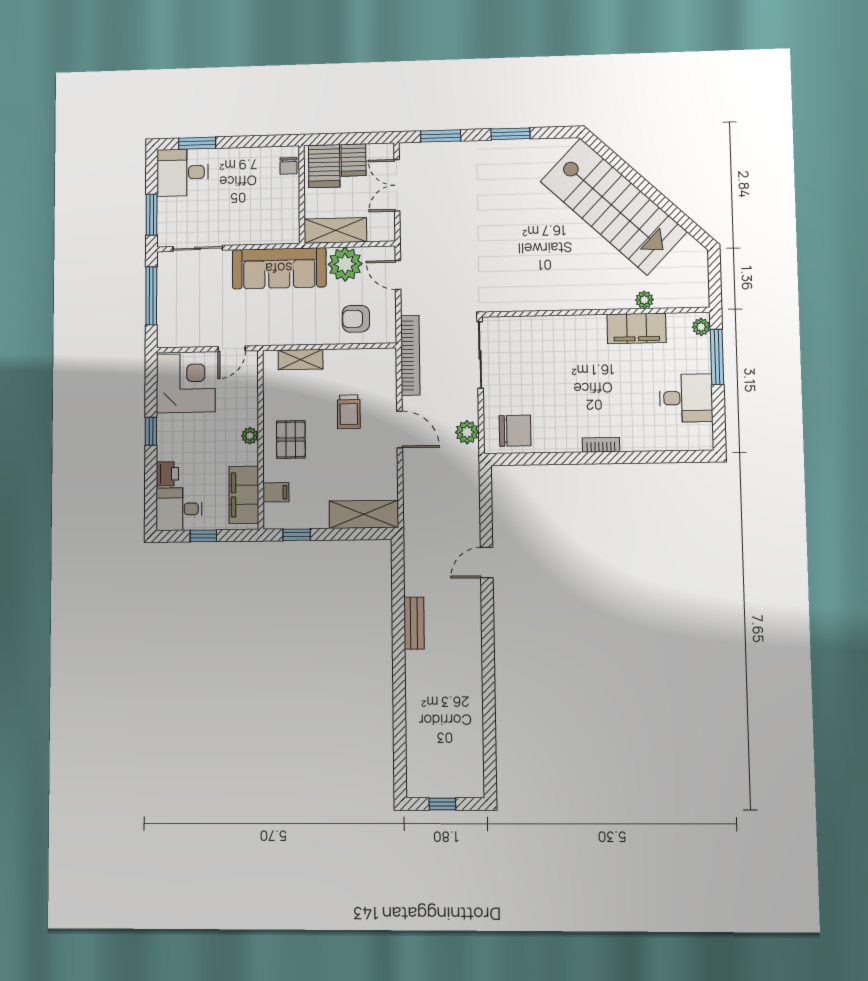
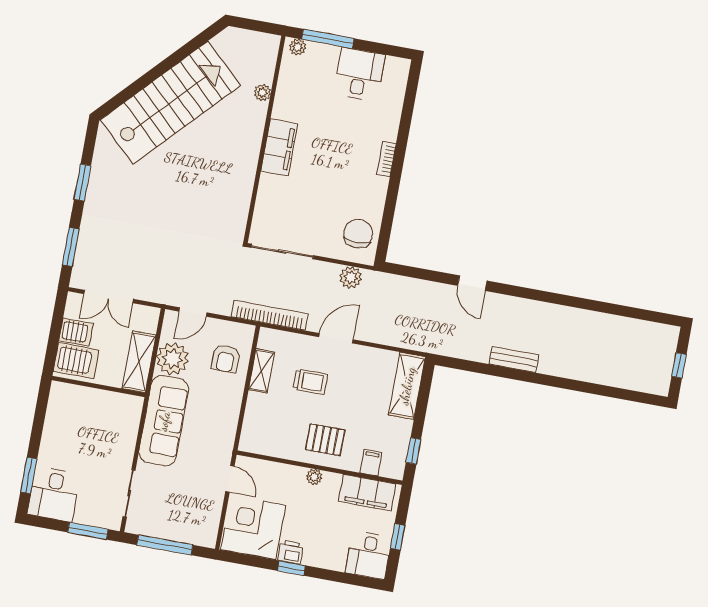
chair: (288, 166) -> (69, 394), removed
filing cabinet: (637, 328) -> (279, 147), moved
shelving: (301, 360) -> (261, 371), moved
printer: (167, 474) -> (290, 552), moved

